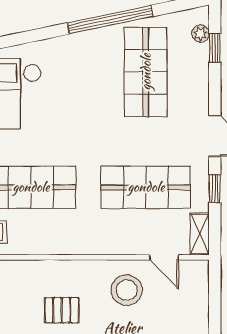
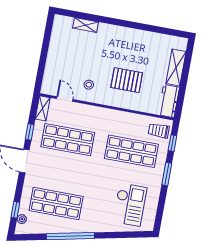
shop shelf: (146, 72) -> (56, 203), turned 90
stool: (127, 290) -> (89, 85), width x0.53, depth x0.53
pallet: (62, 310) -> (127, 80), width x1.50, depth x1.42

